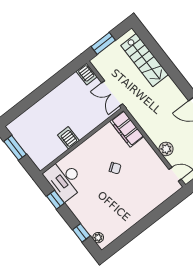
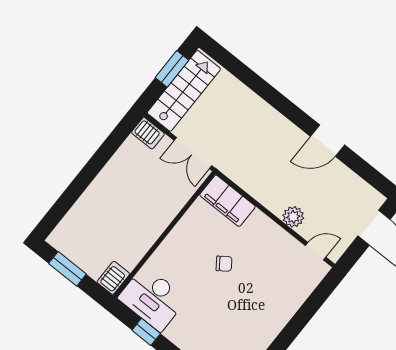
window: (103, 43) -> (172, 69), moved
stairs: (145, 60) -> (184, 91), moved, turned -90
server rack: (68, 138) -> (113, 278), moved, turned 90

